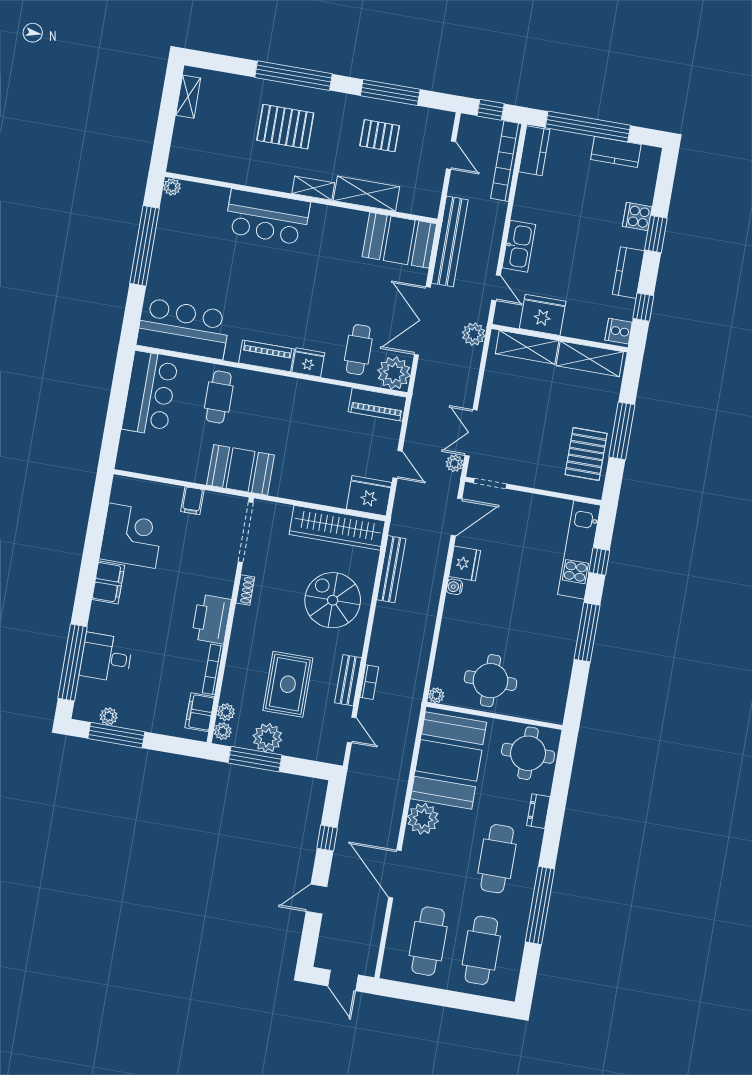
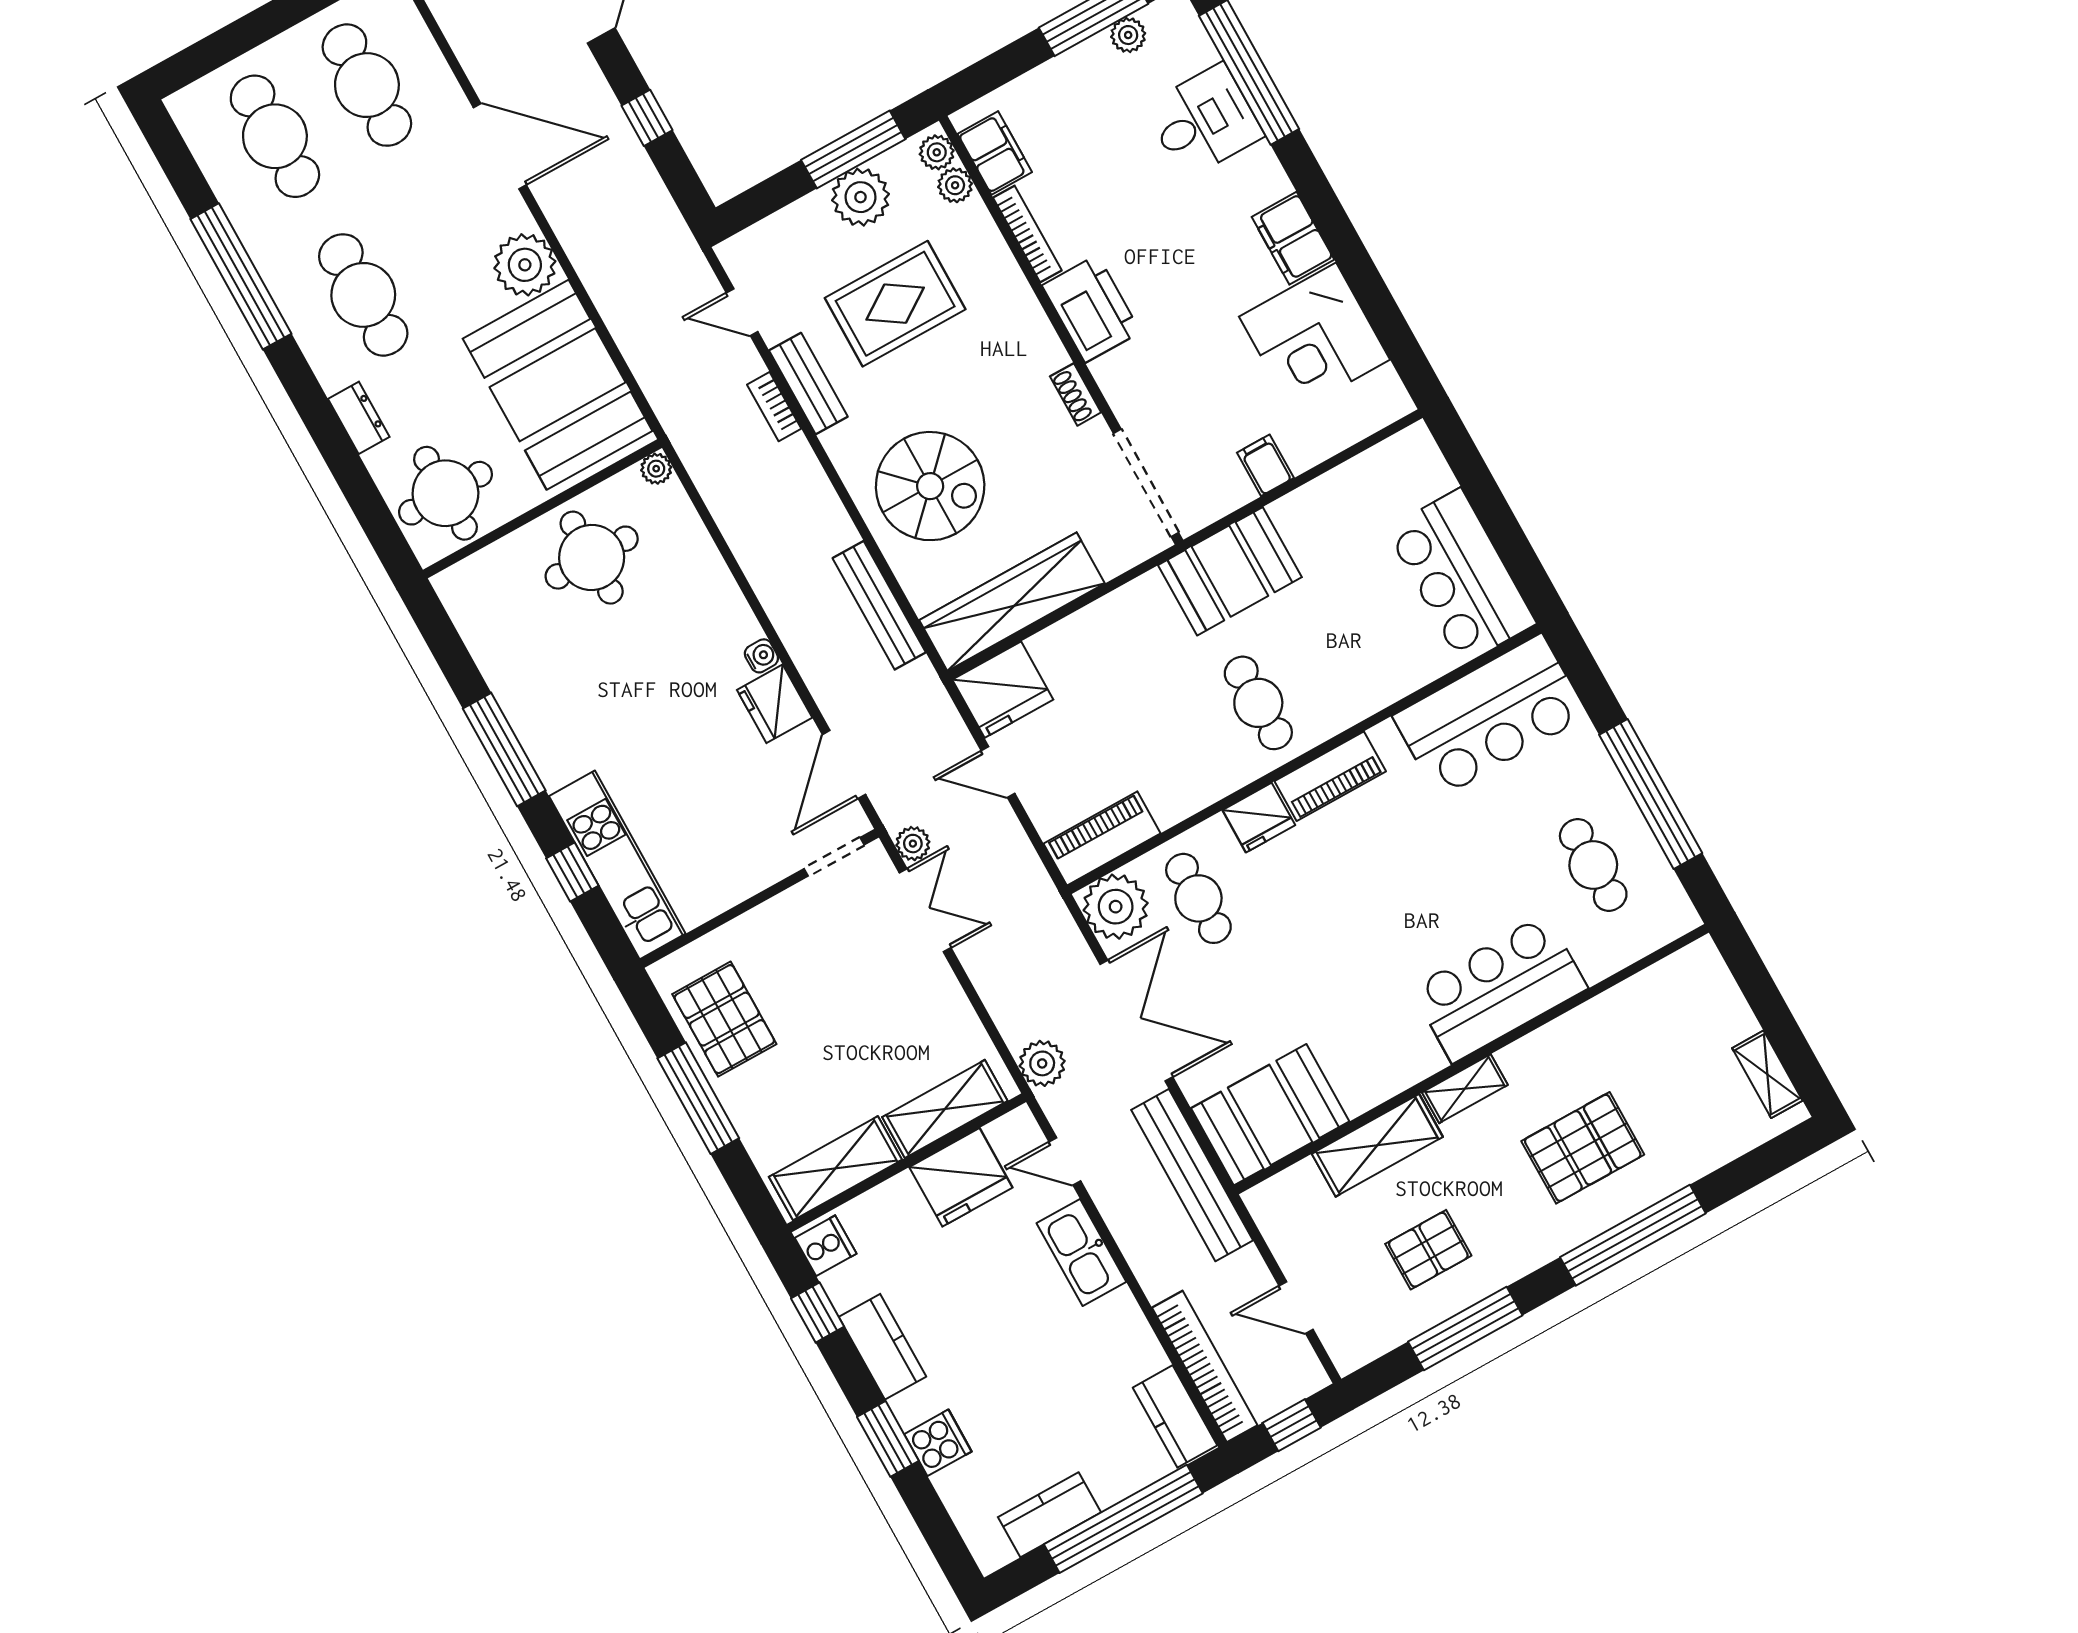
plant: (172, 187) -> (1681, 917), removed
cafe table: (190, 236) -> (1593, 865), added
cafe table: (219, 397) -> (1258, 703), moved
rug: (288, 684) -> (895, 304), turned 90

